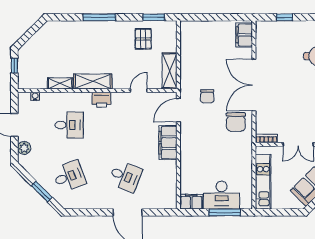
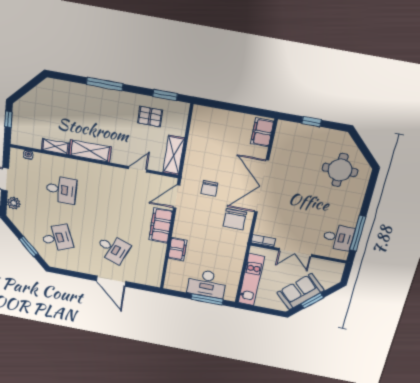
pallet: (143, 39) -> (150, 116), turned 90
printer: (102, 100) -> (97, 171), removed
filing cabinet: (191, 202) -> (177, 249), moved, turned 90

